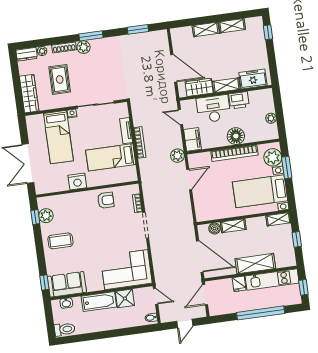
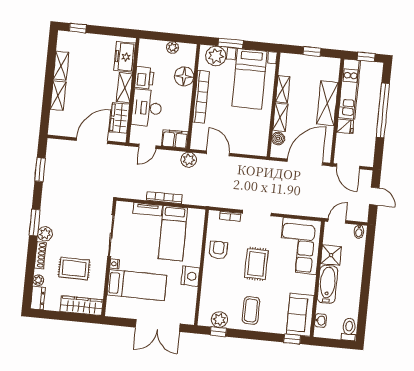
floor lamp: (236, 136) -> (184, 76), moved
shelving: (278, 219) -> (283, 89), moved
rug: (102, 236) -> (256, 264), added

